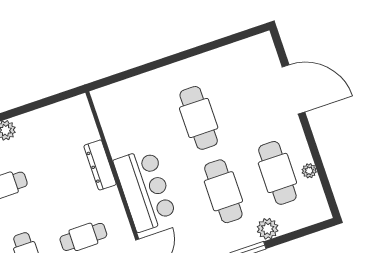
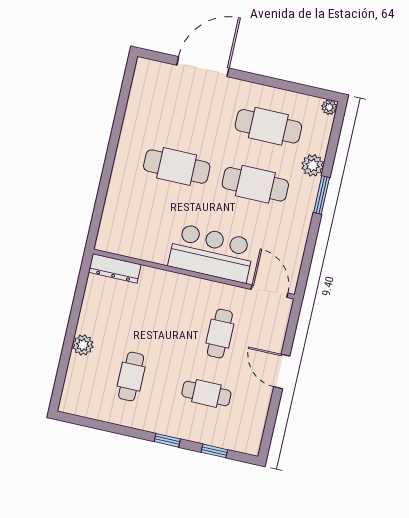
dresser: (100, 165) -> (115, 268), moved
plant: (309, 171) -> (329, 107), moved

